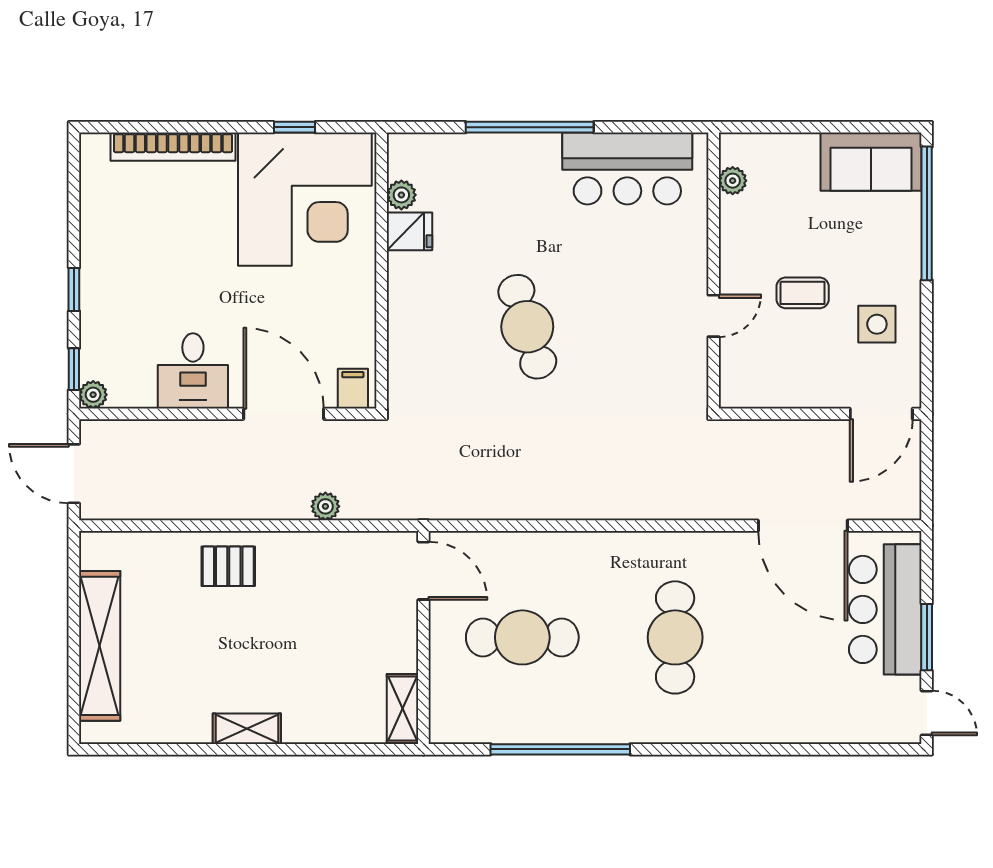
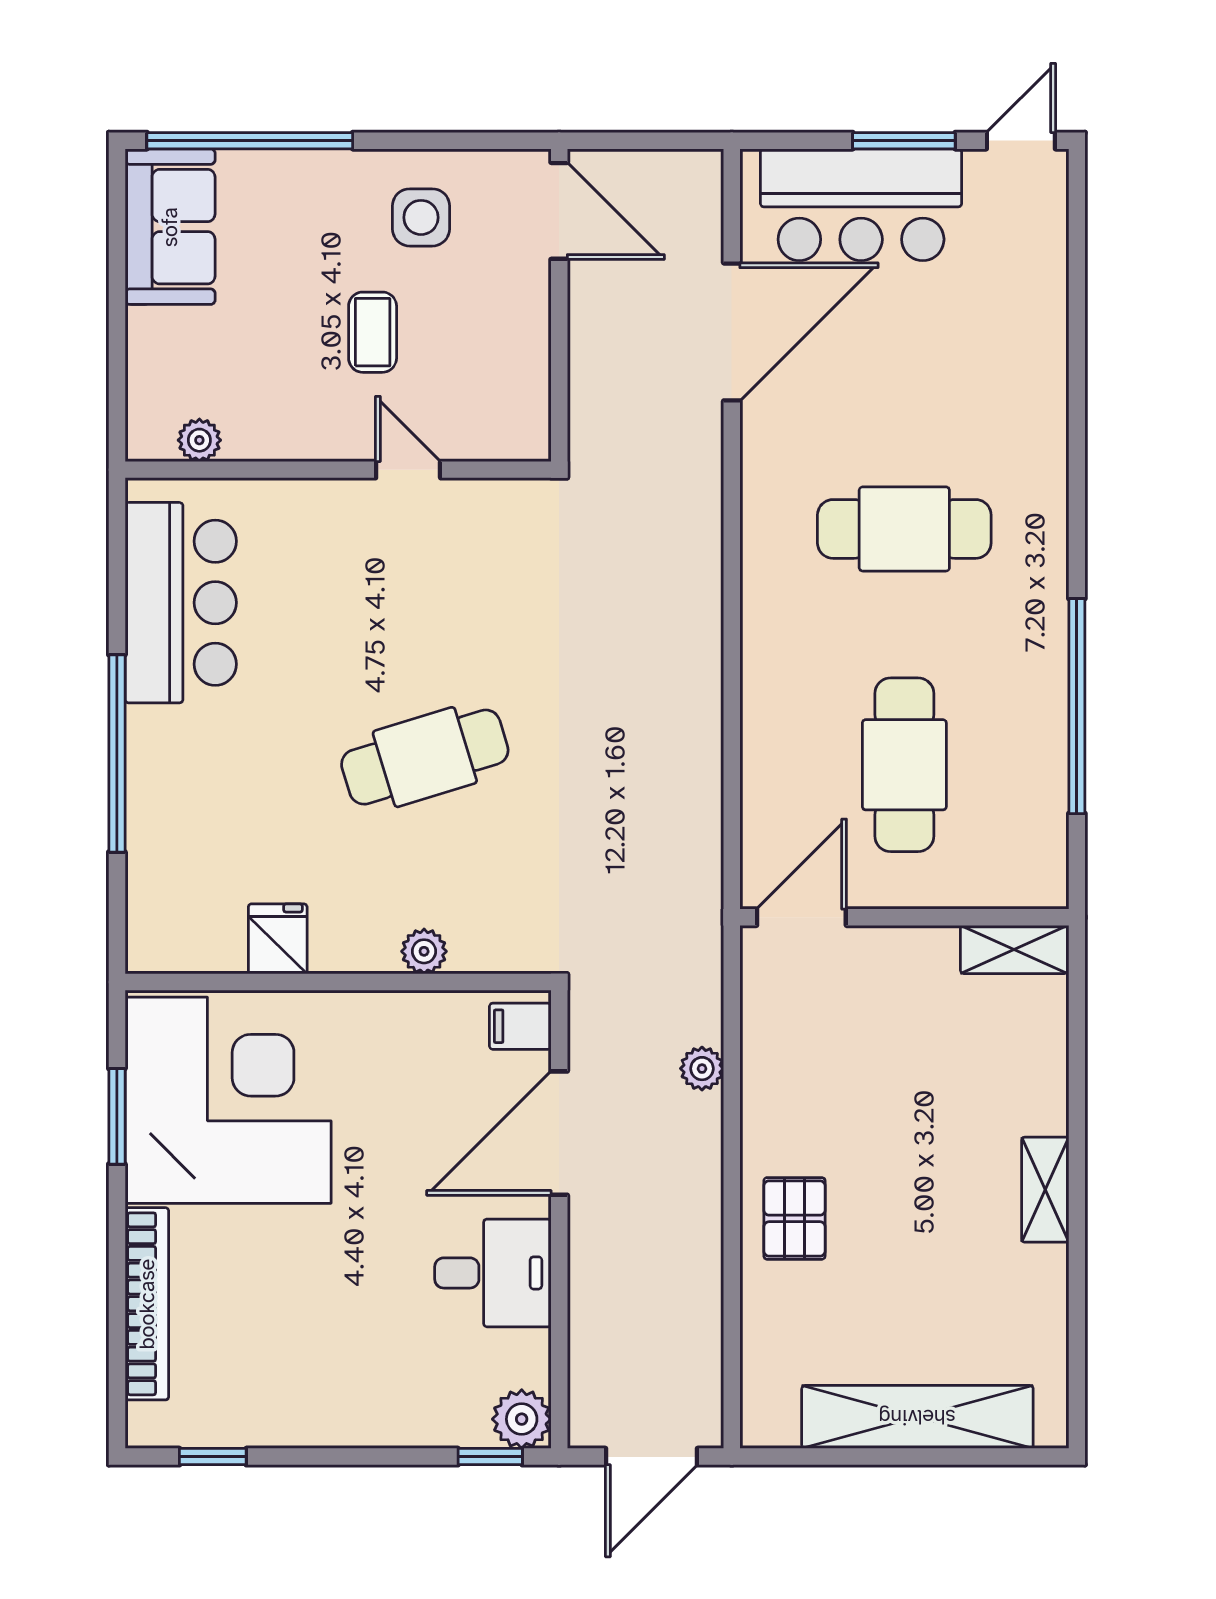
window: (294, 127) -> (117, 1116), width x1.50
plant: (401, 195) -> (424, 951), moved
window: (74, 289) -> (213, 1457), moved
plant: (93, 395) -> (522, 1419), width x1.38, depth x1.38

